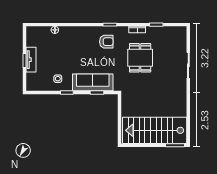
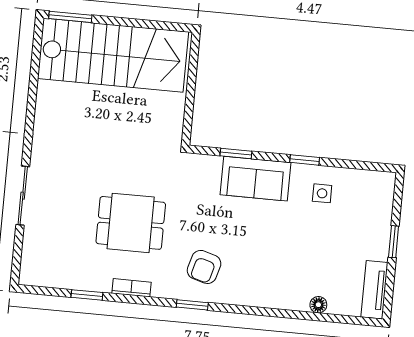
armchair: (106, 42) -> (204, 267), turned -74
dining table: (140, 58) -> (131, 223), turned 90
tv unit: (31, 60) -> (374, 290), moved
sofa: (93, 82) -> (256, 179), width x0.73

